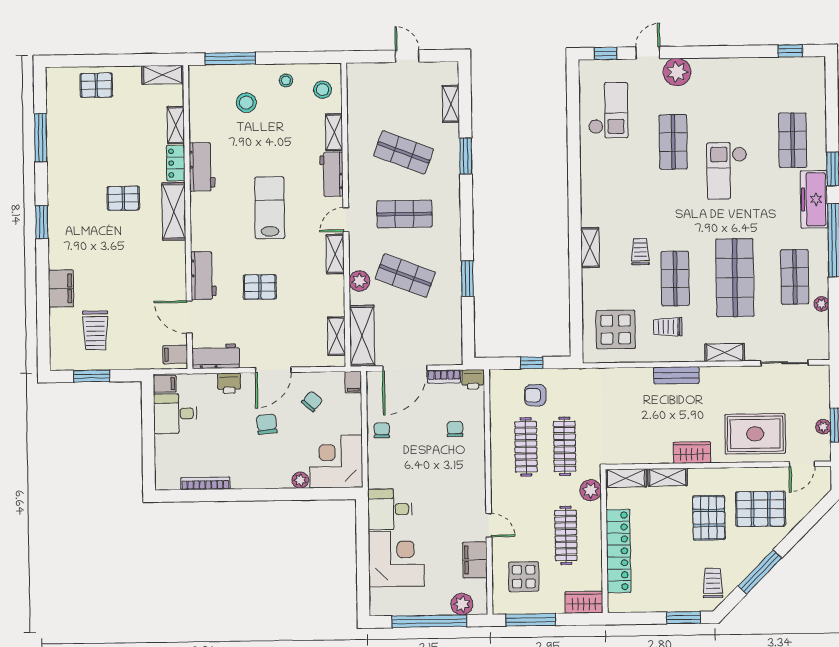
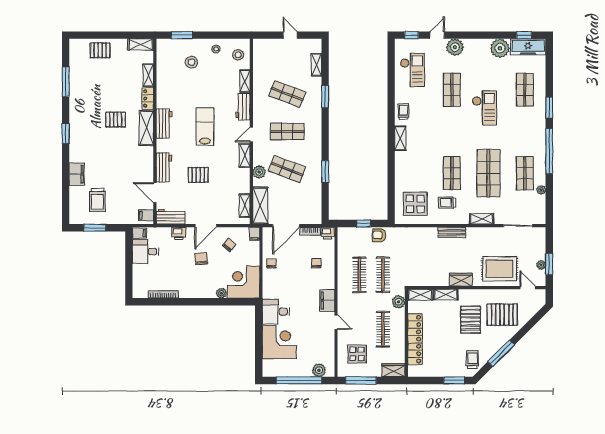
window: (230, 59) -> (182, 35), width x0.69
plant: (751, 73) -> (500, 48), added
workbench: (202, 167) -> (164, 124), moved
checkout: (727, 171) -> (485, 108), turned 180
freezer: (814, 199) -> (528, 47), moved, turned -90
shelving: (590, 248) -> (400, 138), moved
trolley: (640, 252) -> (403, 112), moved
armchair: (535, 395) -> (379, 235), moved
door: (802, 464) -> (528, 288), swing flipped
filing cabinet: (475, 560) -> (327, 300), moved

